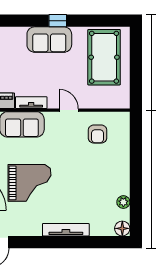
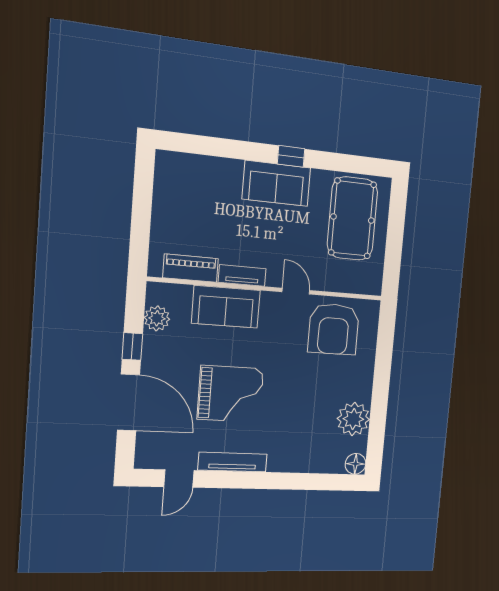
armchair: (98, 134) -> (334, 329), width x1.88, depth x1.88
plant: (123, 202) -> (353, 419), width x1.88, depth x1.88
tv unit: (66, 230) -> (233, 462), moved

